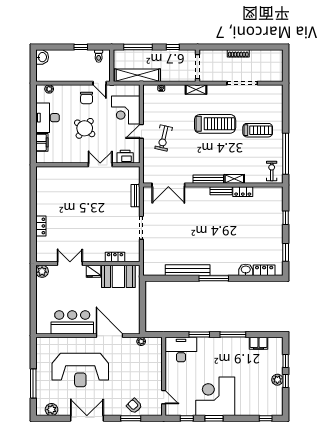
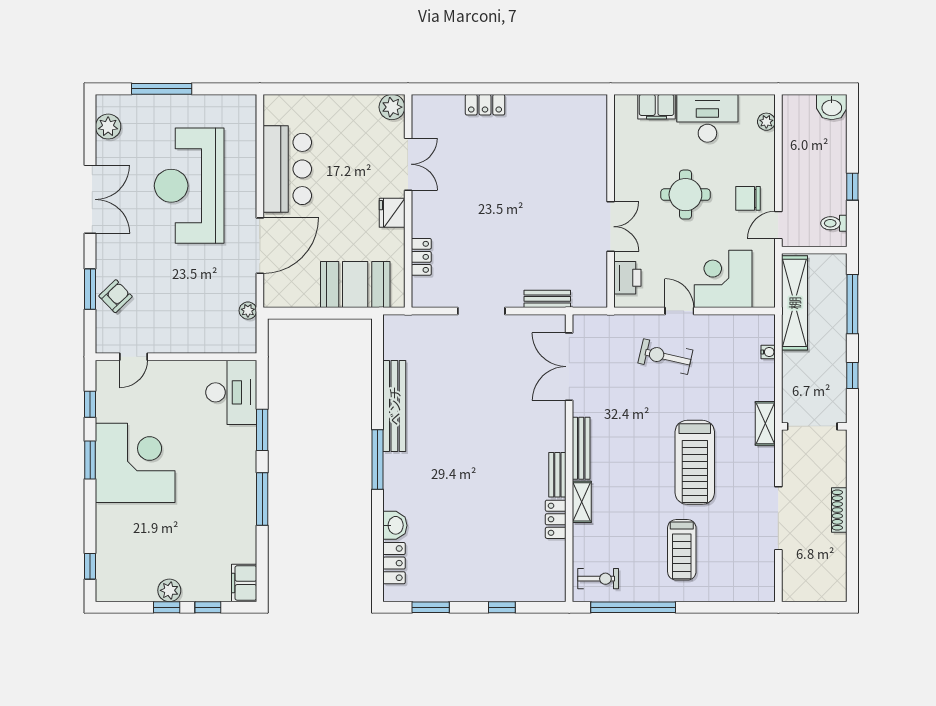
round table: (85, 128) -> (685, 195), turned -38
booth: (118, 276) -> (355, 285), moved, turned 90
filing cabinet: (259, 343) -> (244, 583), moved

